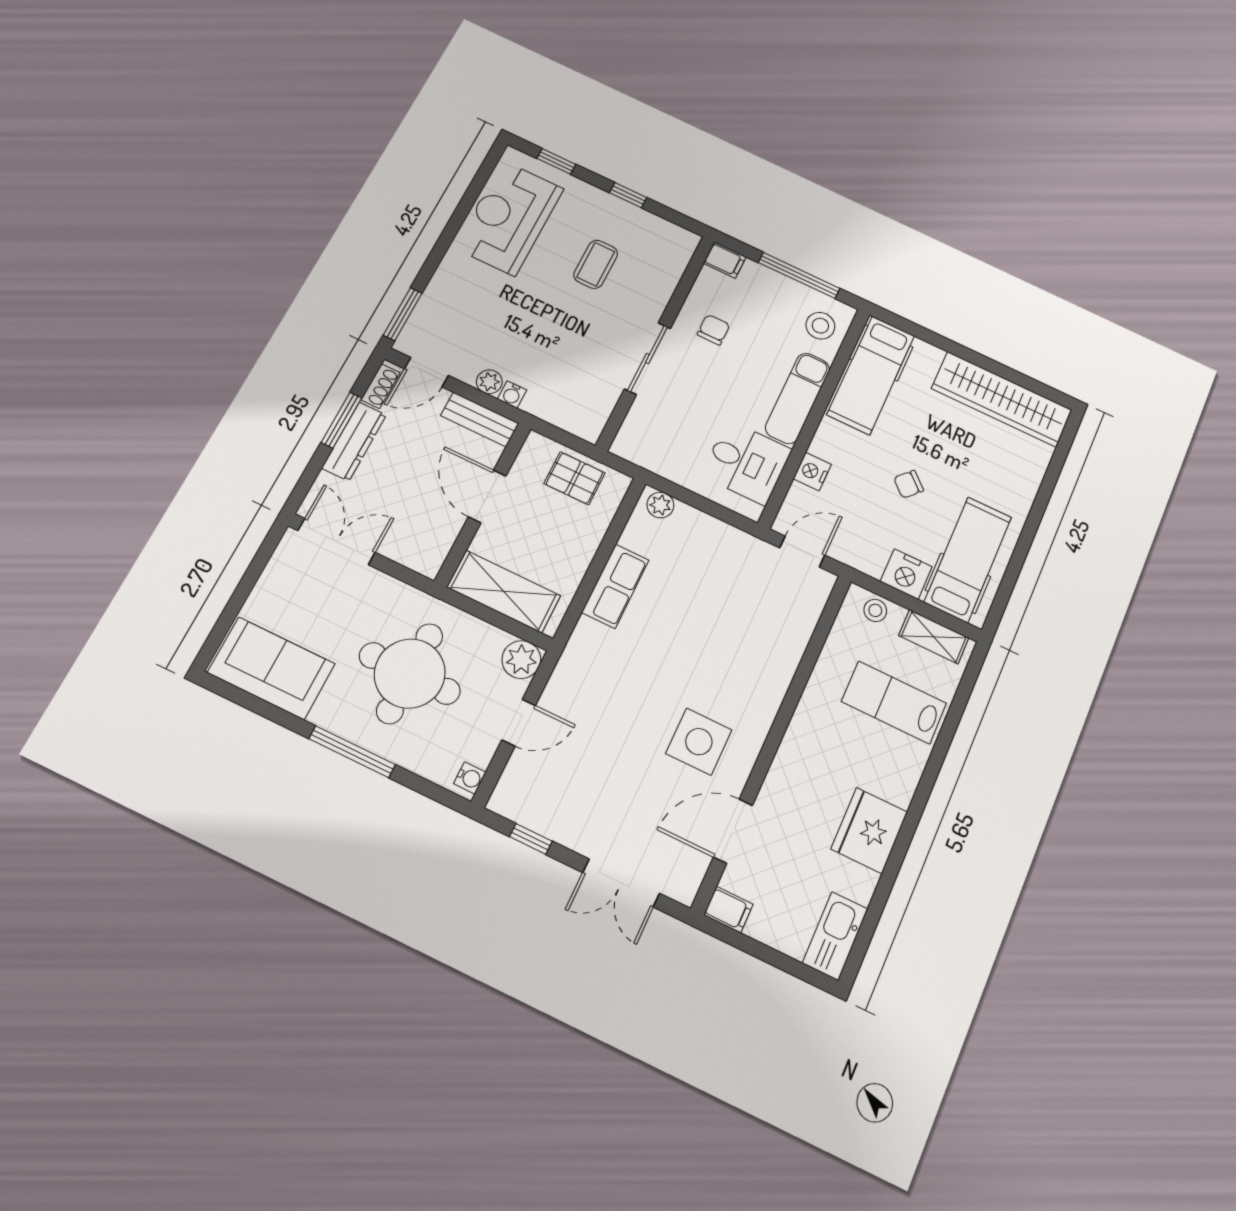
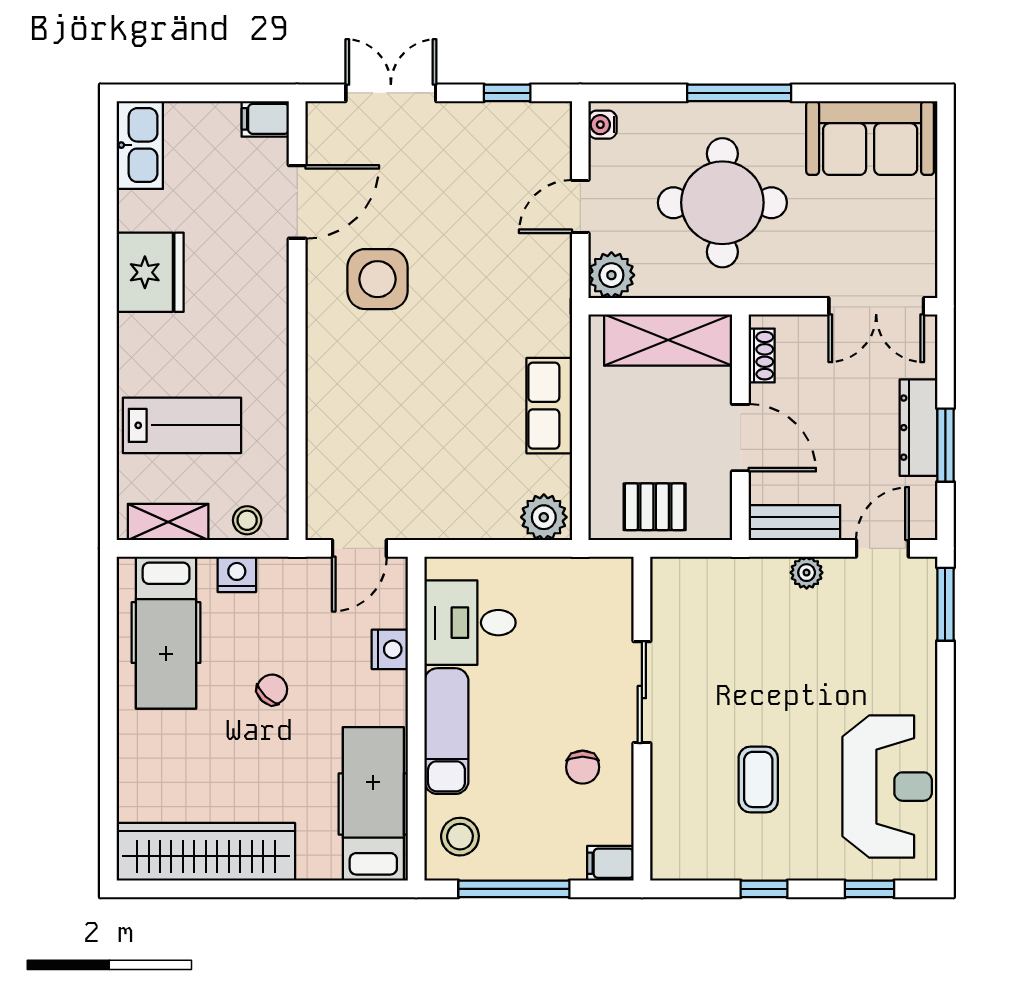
shoe rack: (381, 386) -> (762, 356), moved, turned 180
water cooler: (512, 394) -> (773, 570), removed
plant: (660, 505) -> (544, 517), width x1.38, depth x1.38
nightstand: (906, 574) -> (237, 574), width x0.74, depth x0.75

